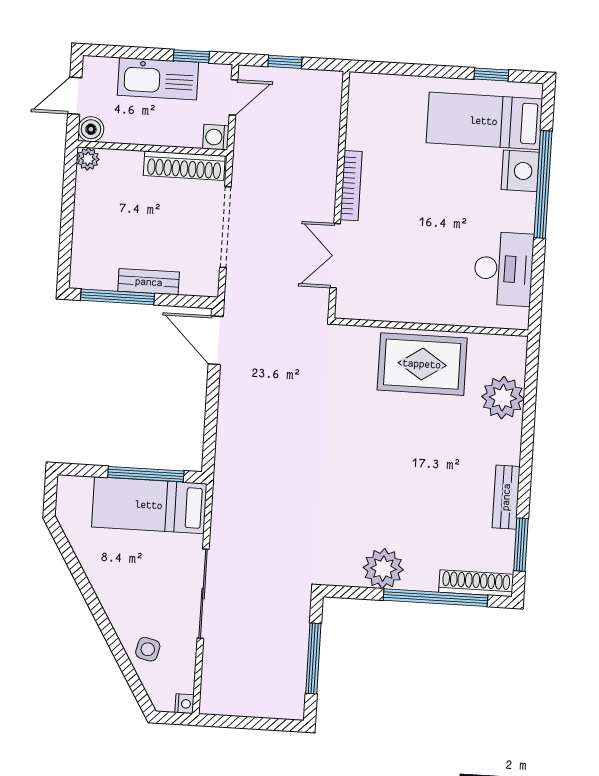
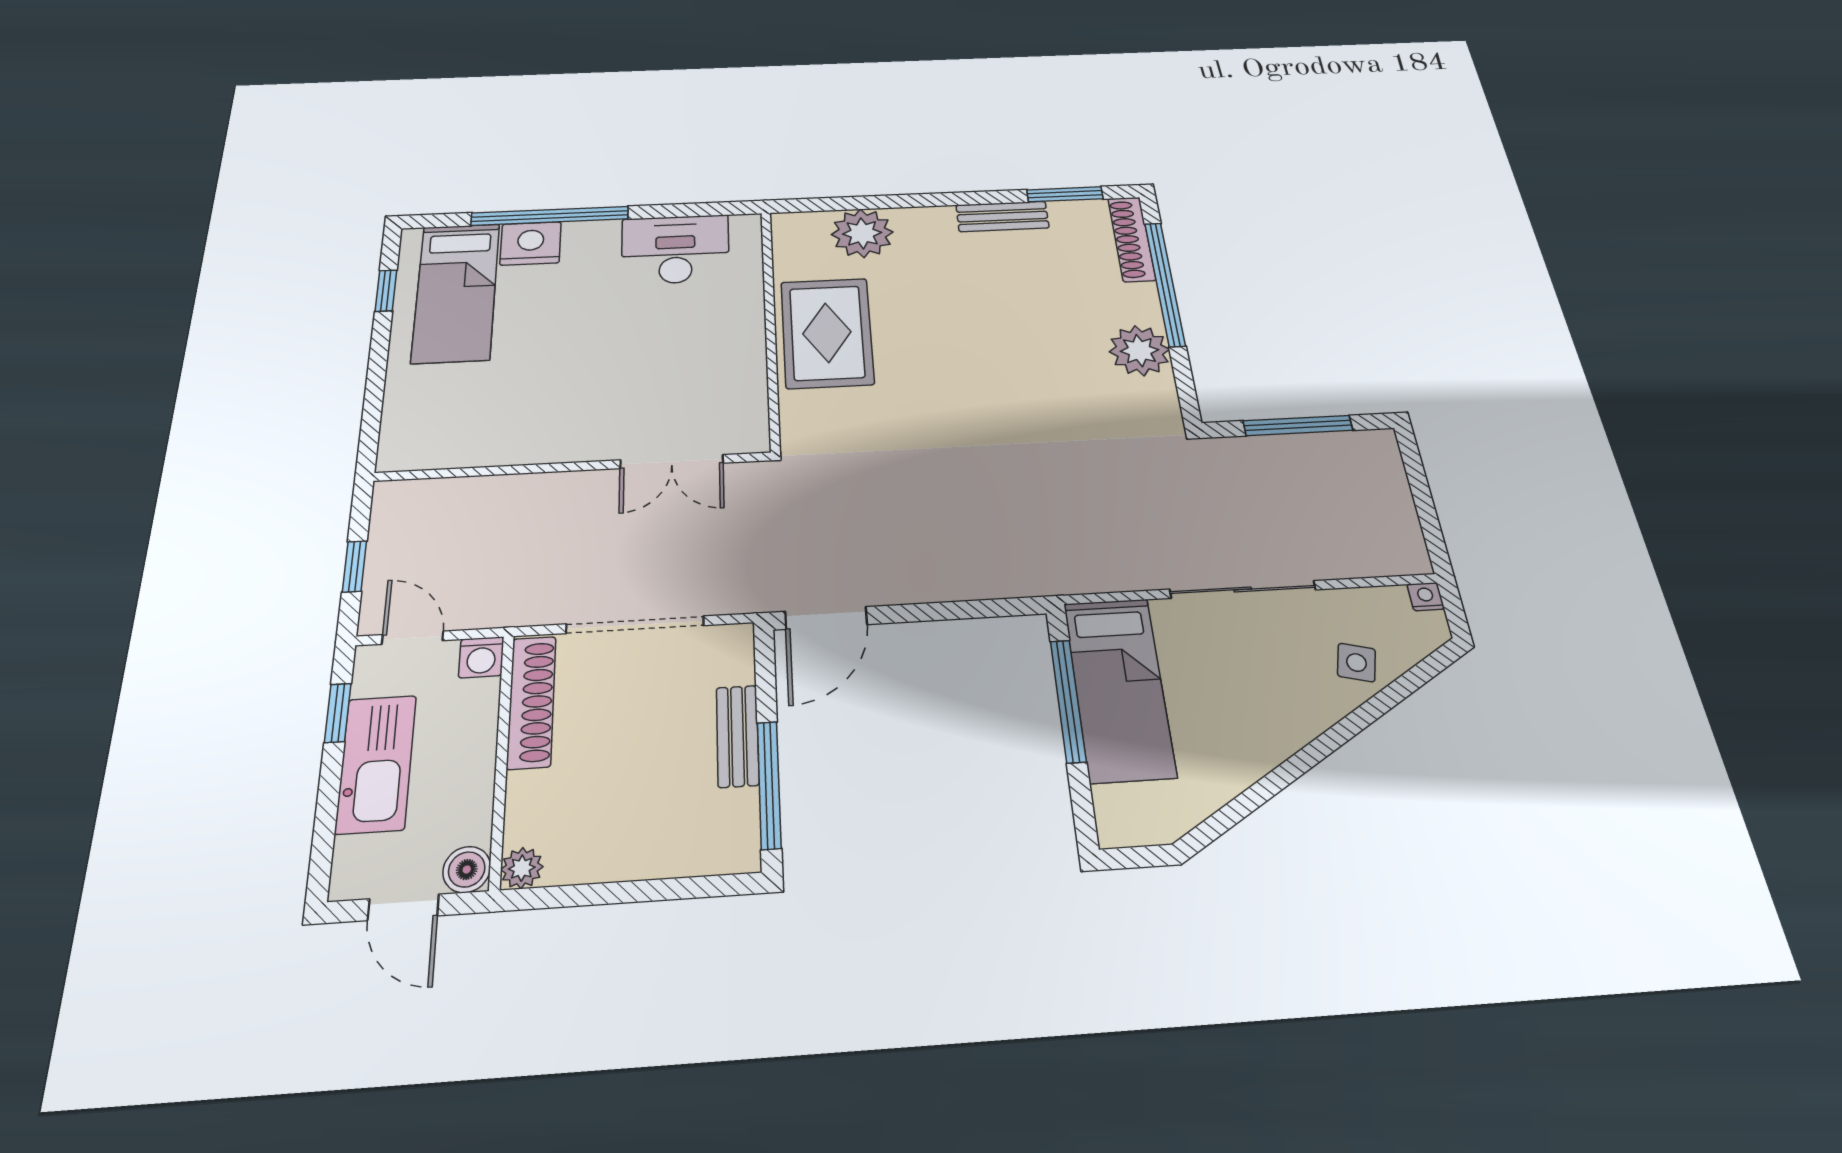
bookcase: (351, 186) -> (559, 452), removed

